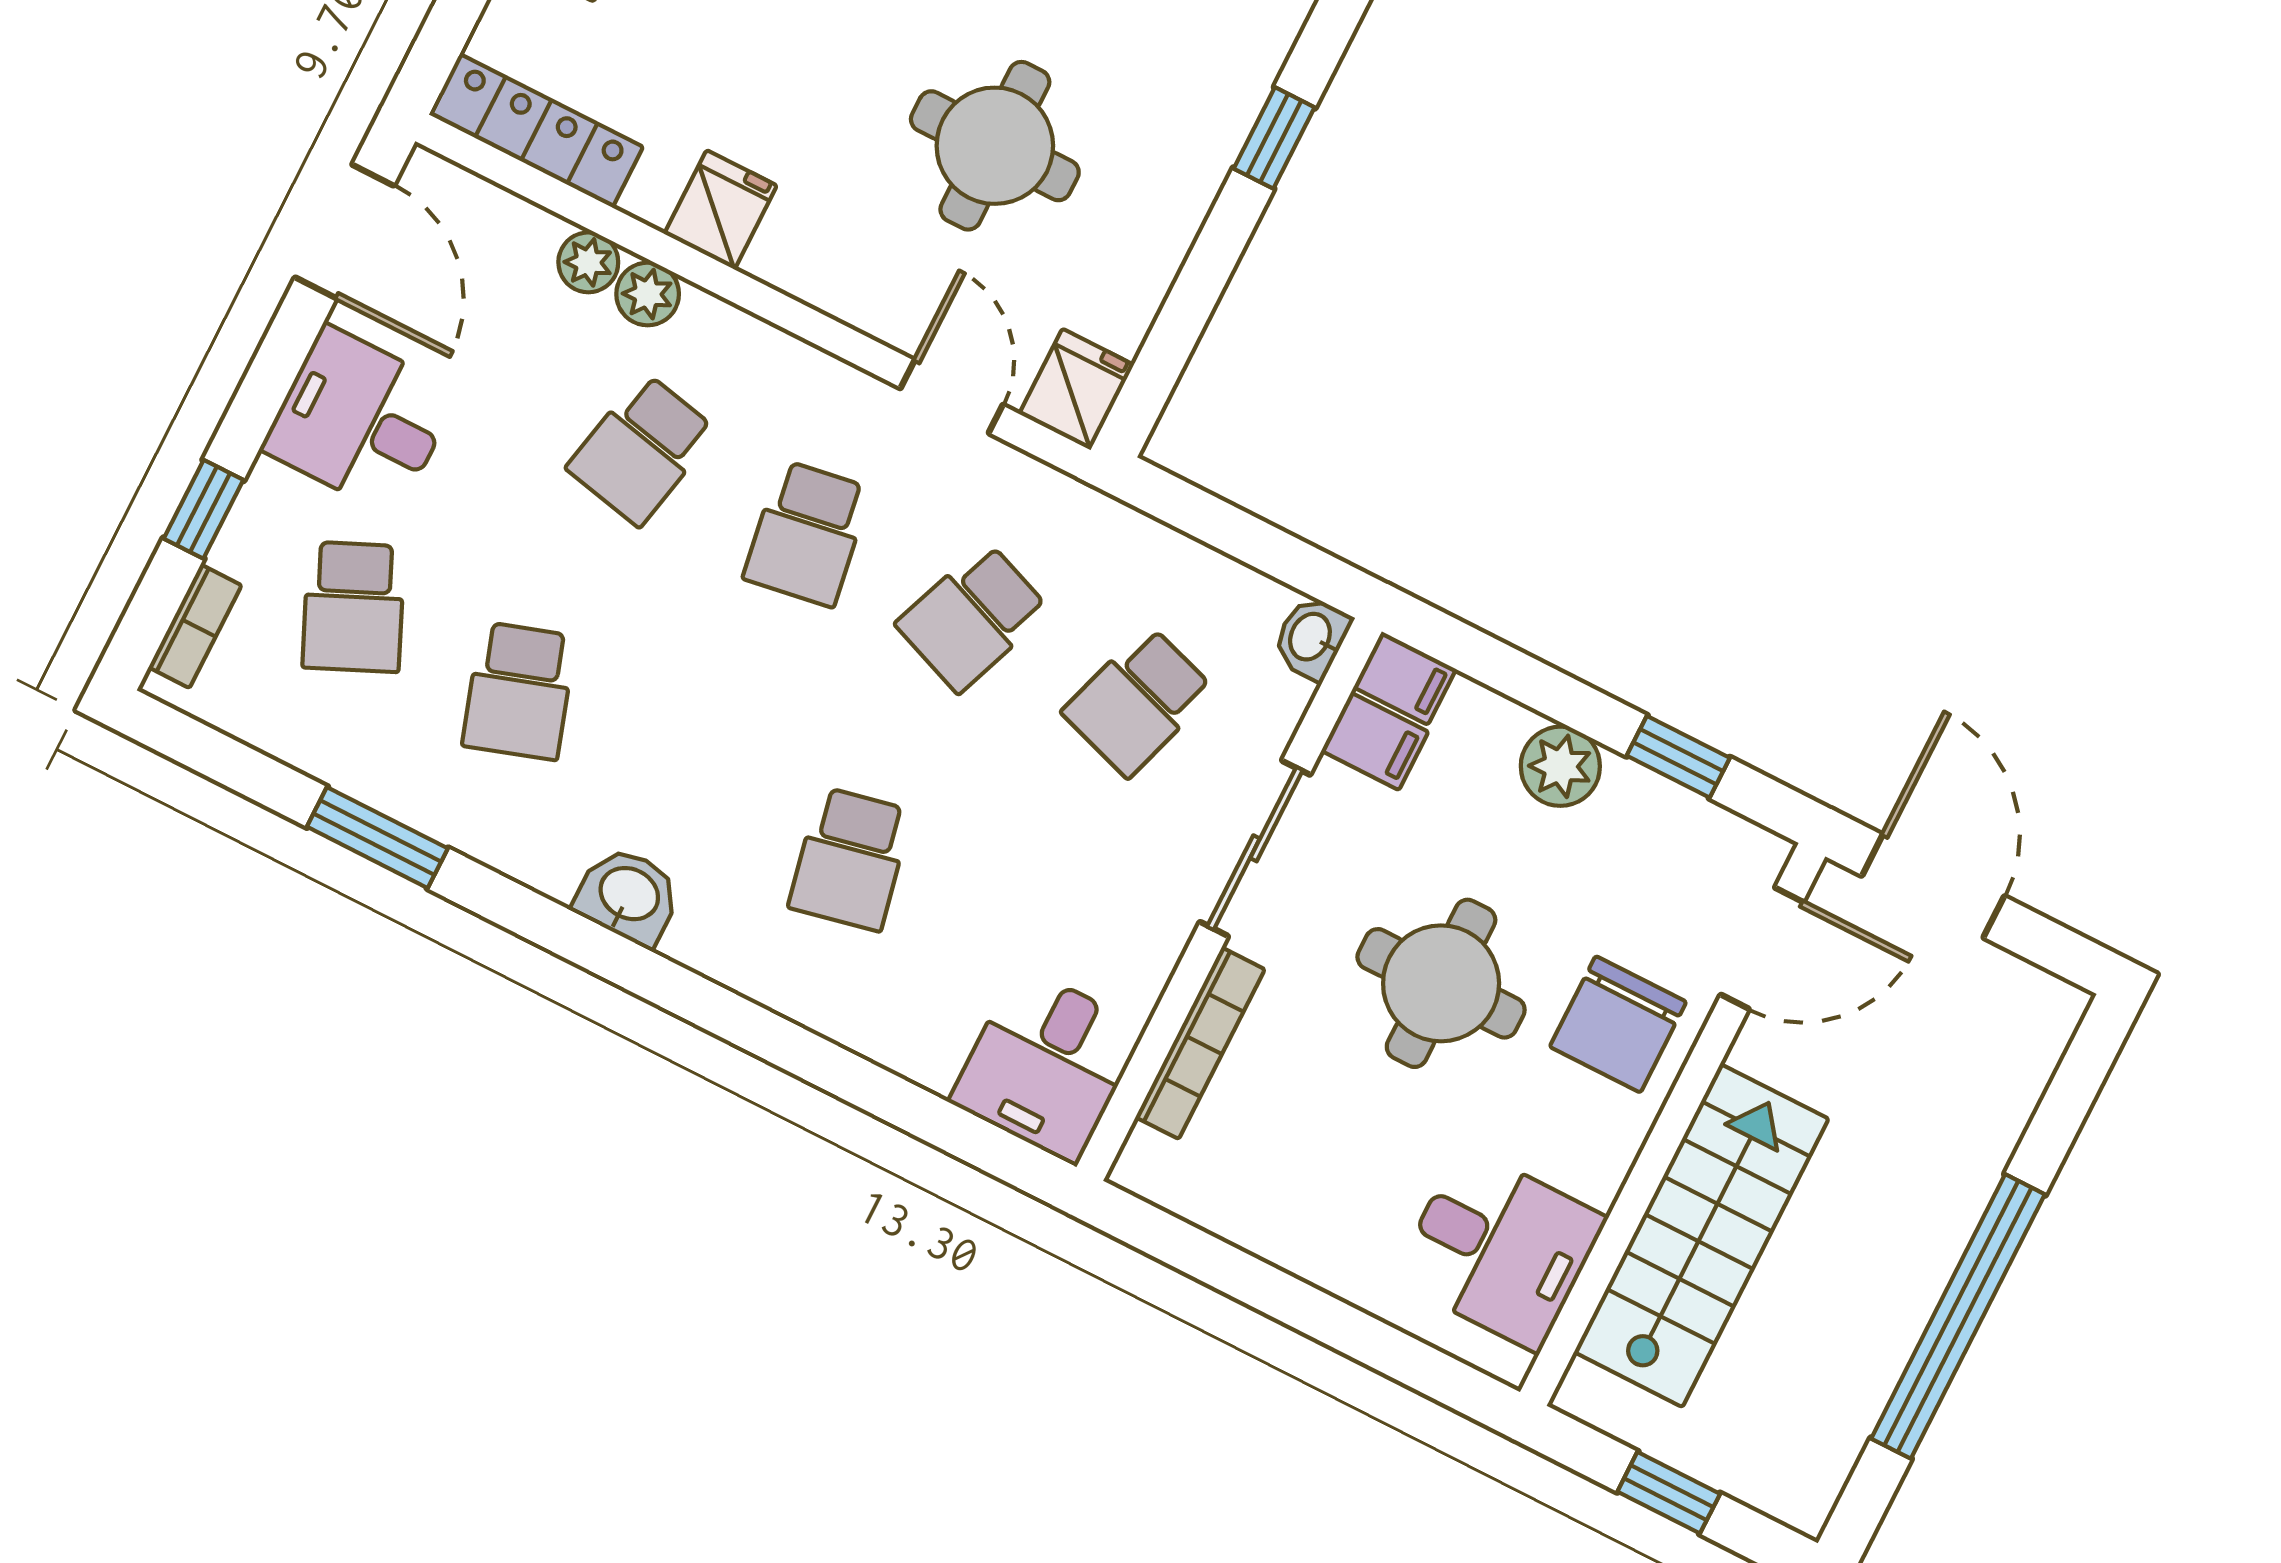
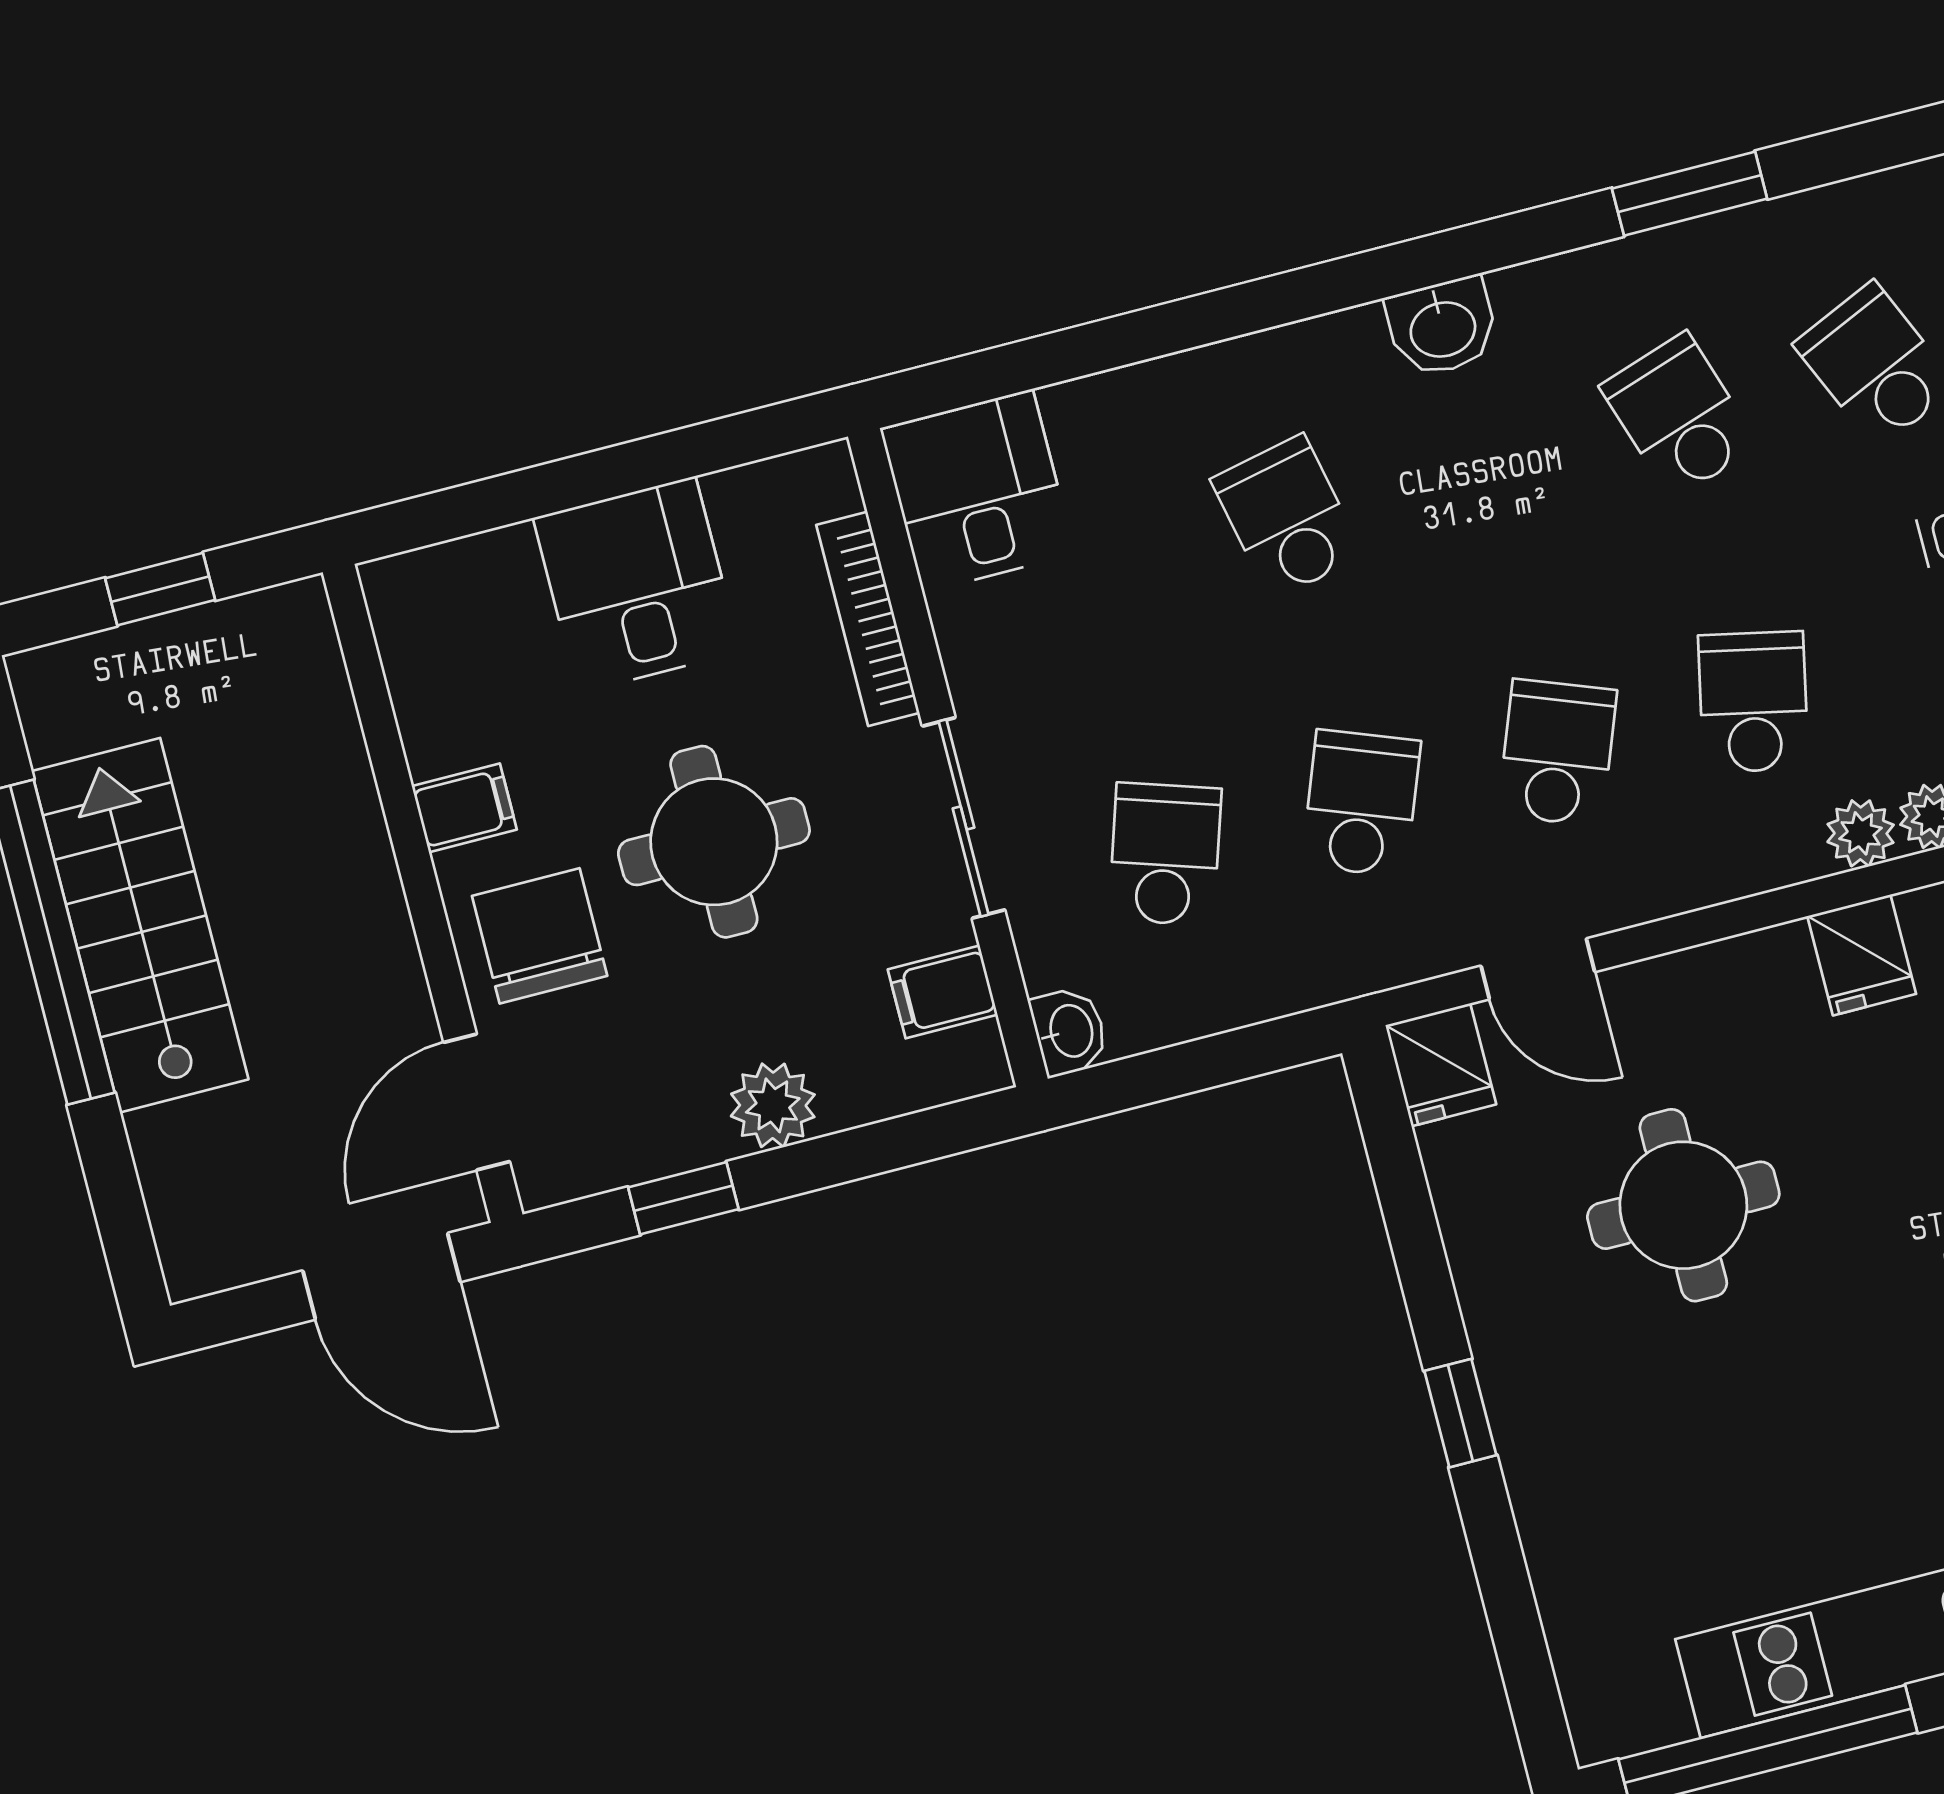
school desk: (807, 533) -> (1557, 753), turned 30
filing cabinet: (1405, 678) -> (464, 808), moved, turned 180
stairs: (1701, 1235) -> (140, 925), moved, turned 180
desk: (1500, 1249) -> (637, 585), moved, turned 90

